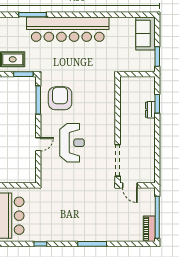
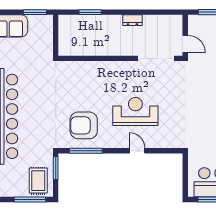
dresser: (150, 110) -> (132, 20), moved
door: (130, 185) -> (185, 44), hinge flipped

